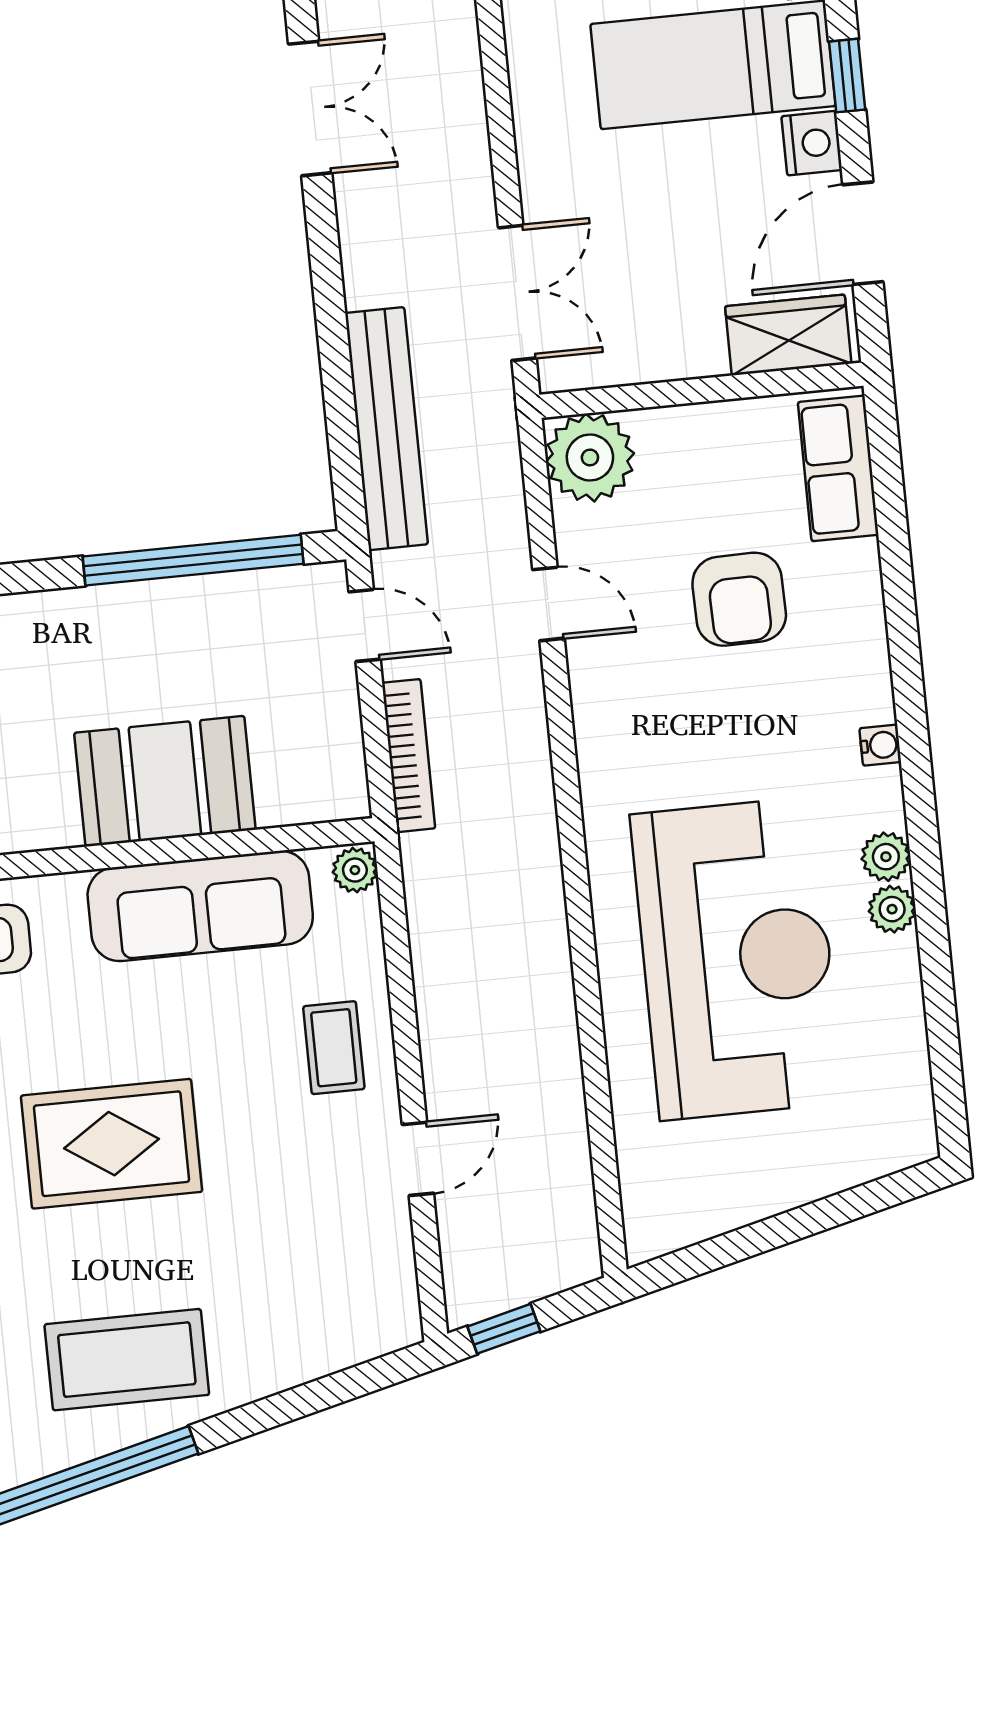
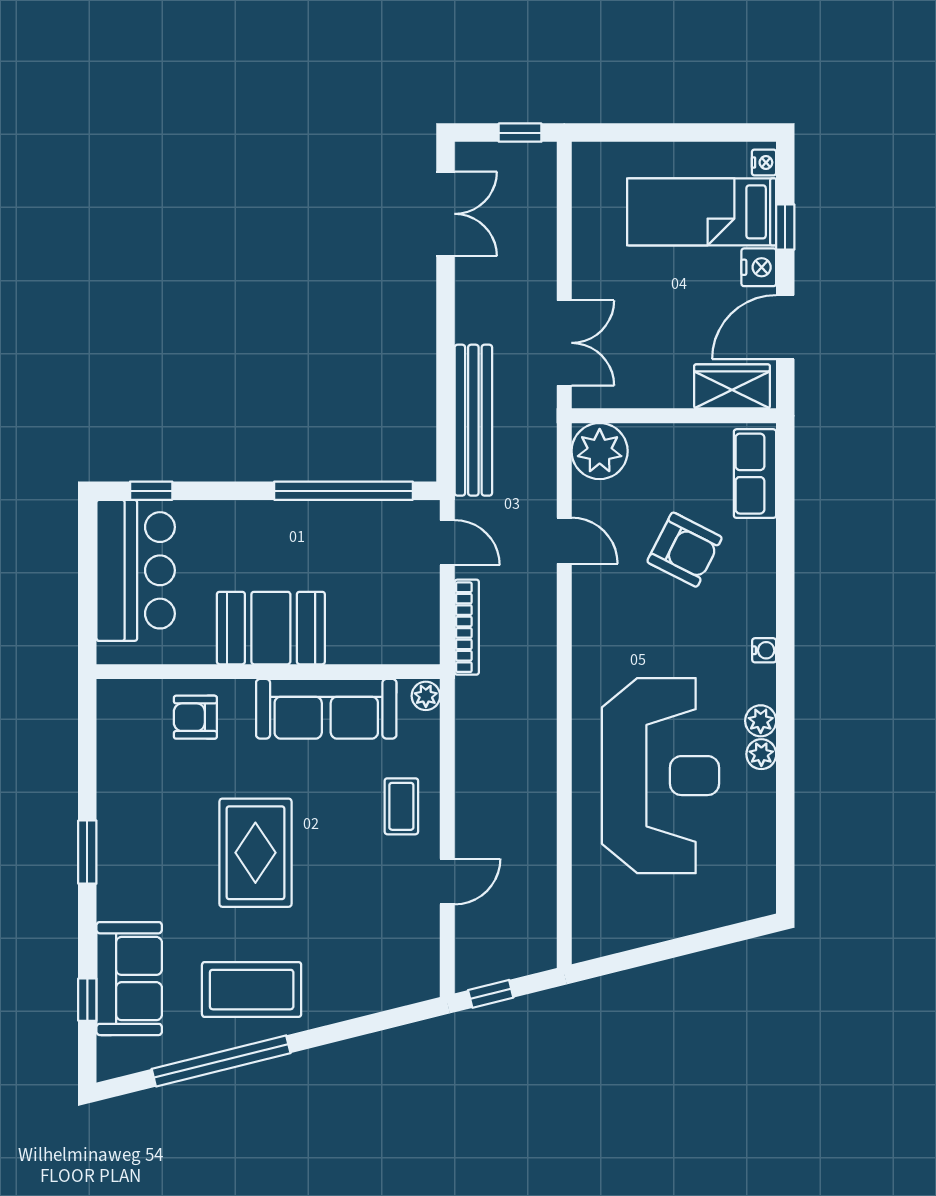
armchair: (739, 599) -> (685, 550), turned -62
booth: (165, 781) -> (271, 628), moved
rug: (111, 1144) -> (255, 853), turned 90

